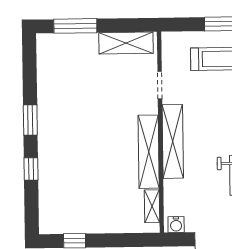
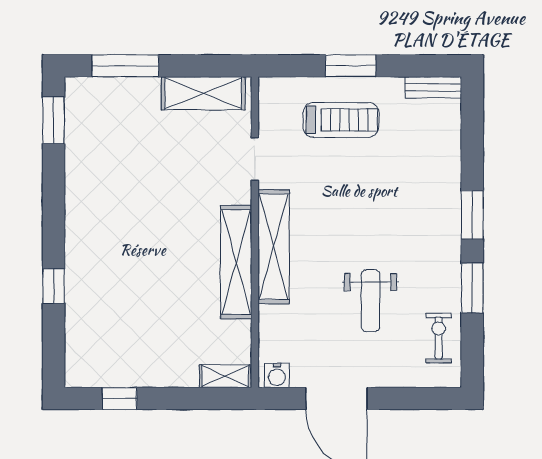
window: (30, 120) -> (54, 120), moved
shelving: (152, 206) -> (225, 376), moved, turned 90

